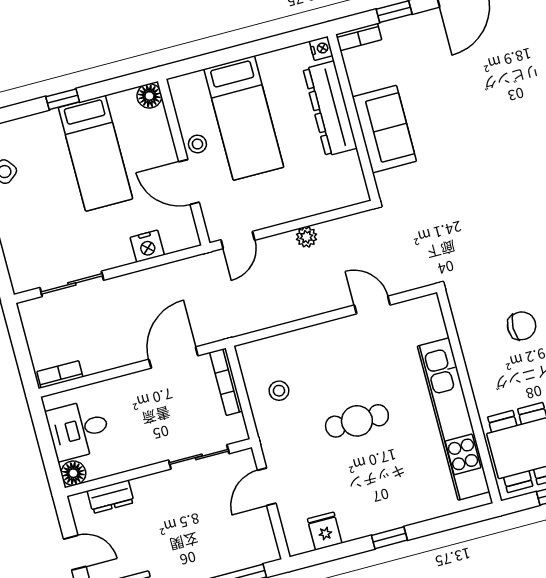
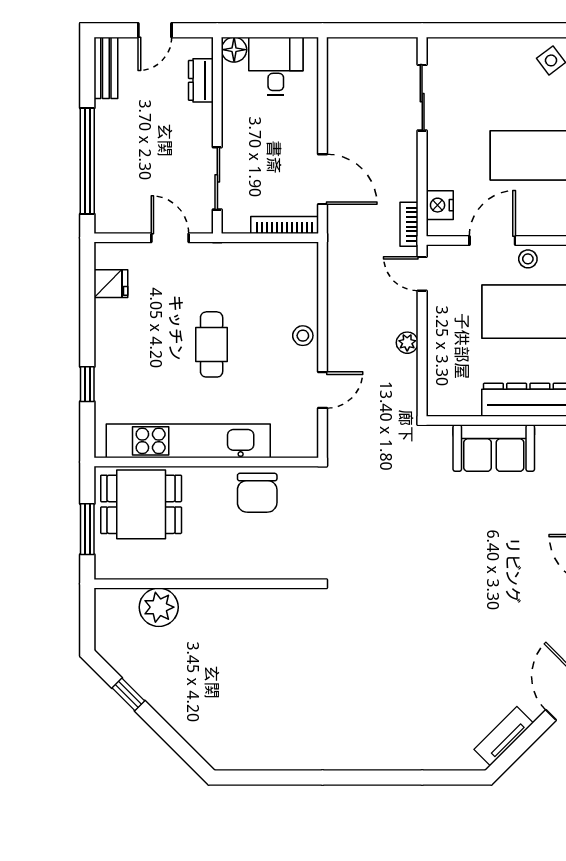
nightstand: (147, 246) -> (440, 205), moved
chair: (522, 326) -> (257, 493), moved, width x1.37, depth x1.37
bookcase: (60, 374) -> (409, 224), moved, turned 180
stool: (279, 391) -> (303, 336), moved
window: (389, 538) -> (87, 384), moved

